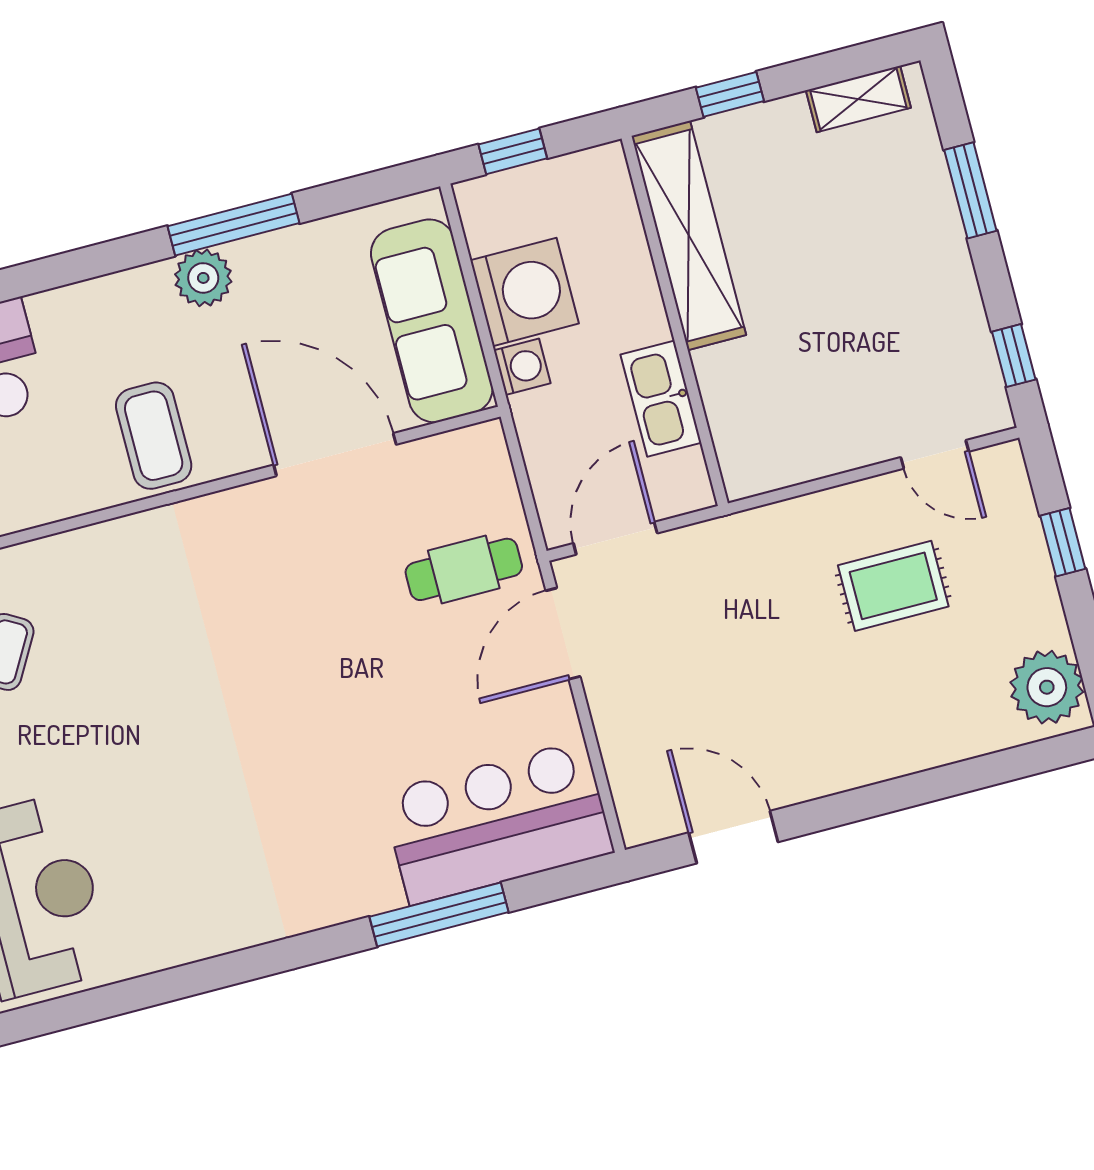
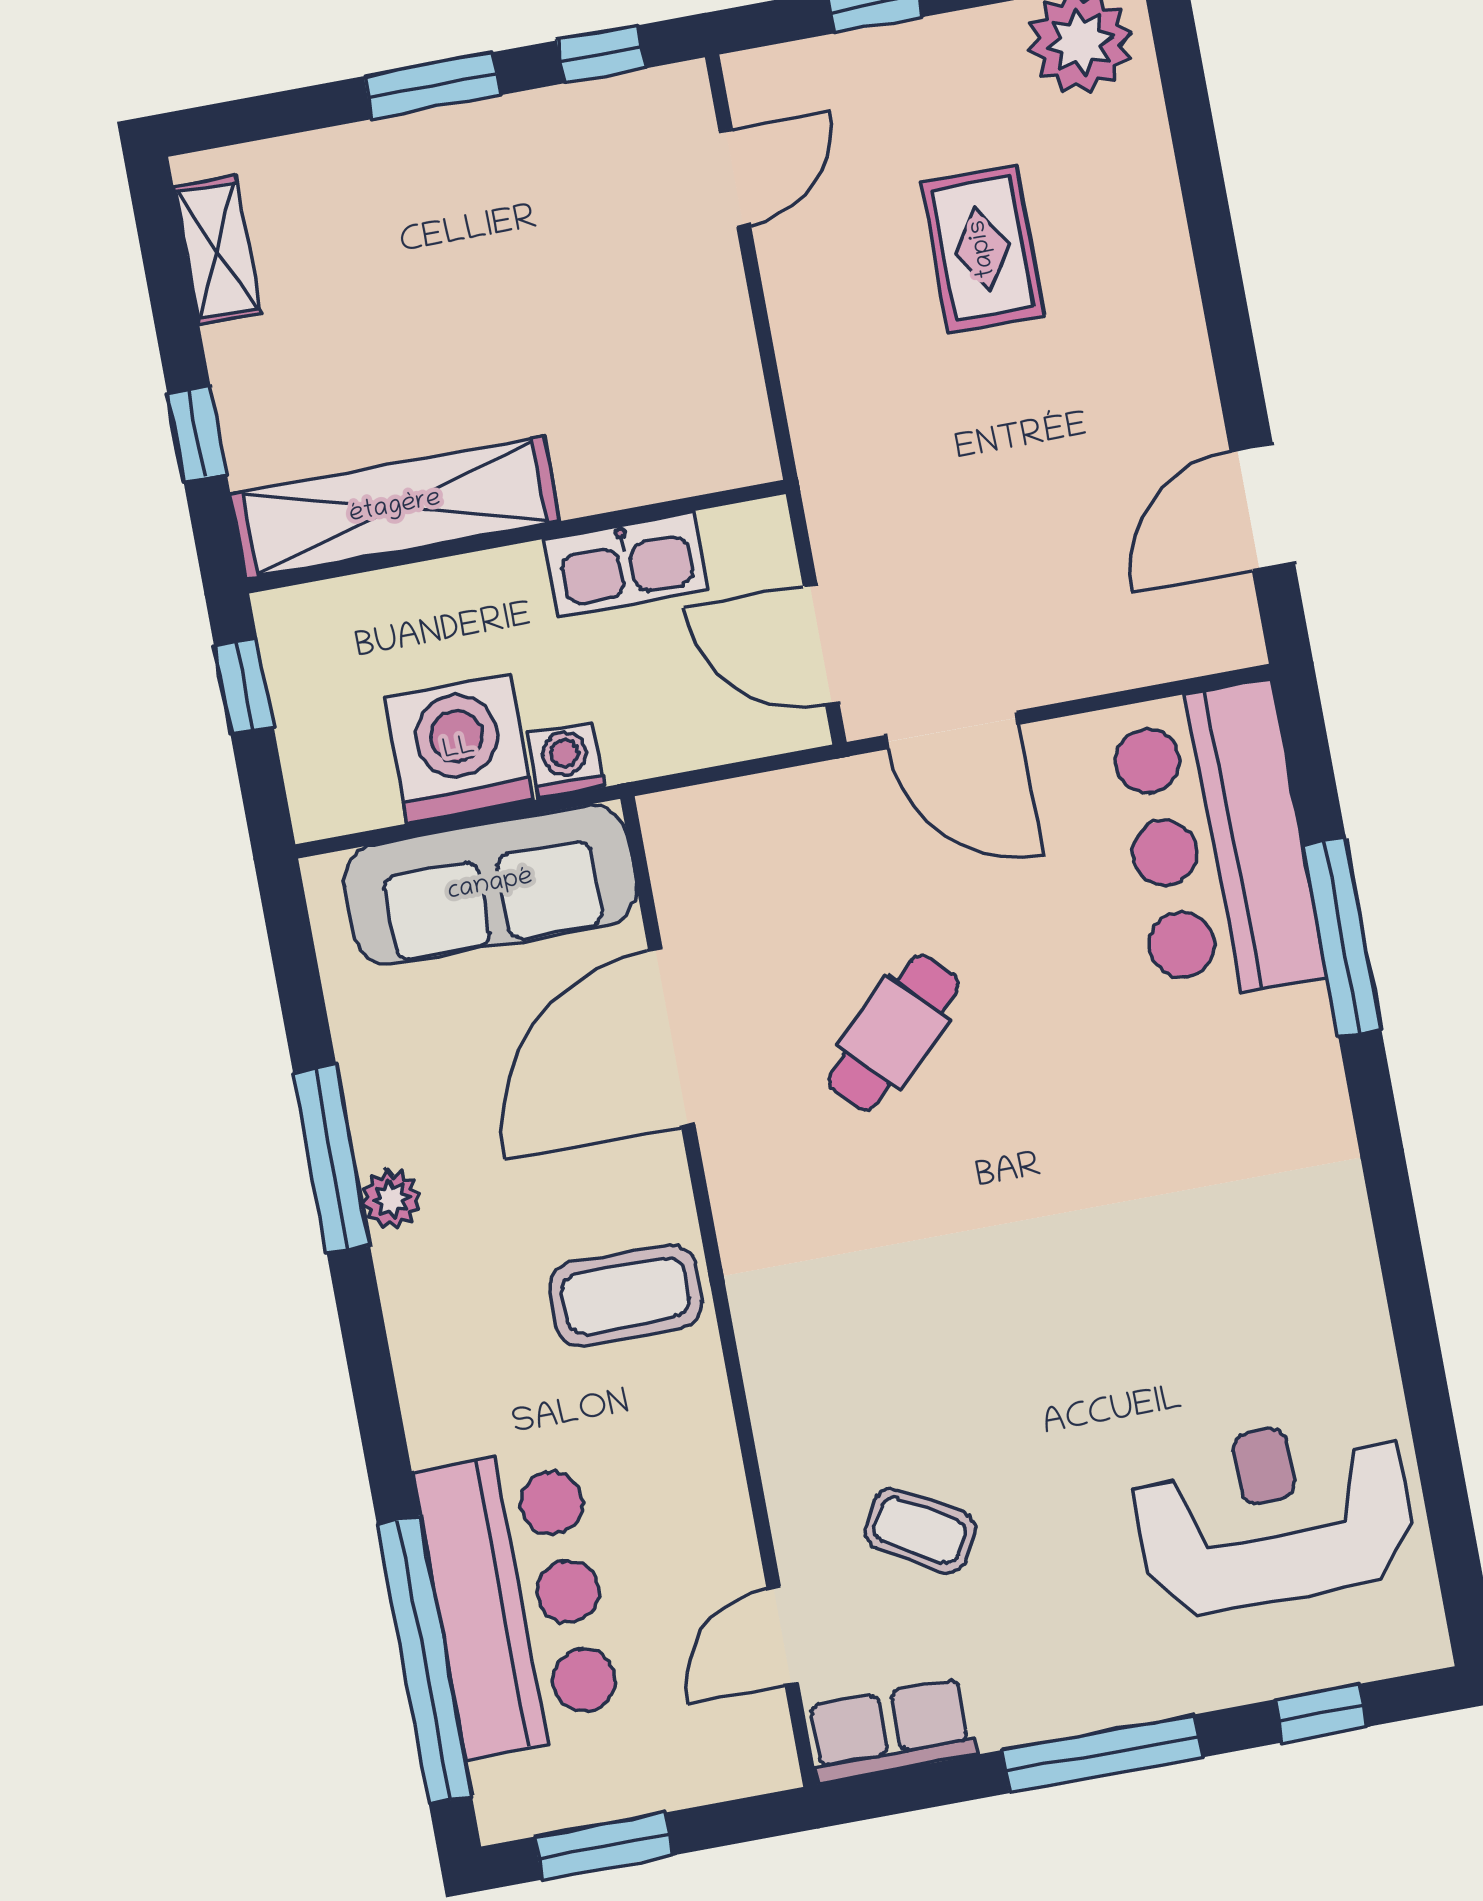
window: (513, 151) -> (244, 686), moved
window: (970, 190) -> (432, 86), moved
plant: (203, 278) -> (392, 1199), width x0.73, depth x0.73
cafe table: (464, 569) -> (894, 1032), moved, turned 46
rug: (893, 586) -> (983, 249), moved

